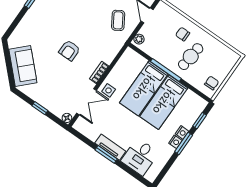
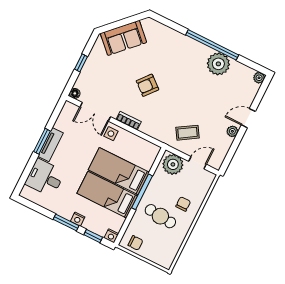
plant: (139, 39) -> (173, 164), width x1.88, depth x1.88
armchair: (69, 51) -> (147, 85), turned -50
nightstand: (175, 142) -> (111, 236), moved

